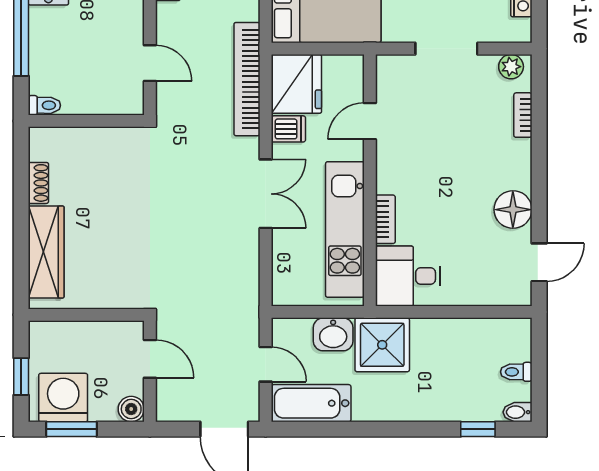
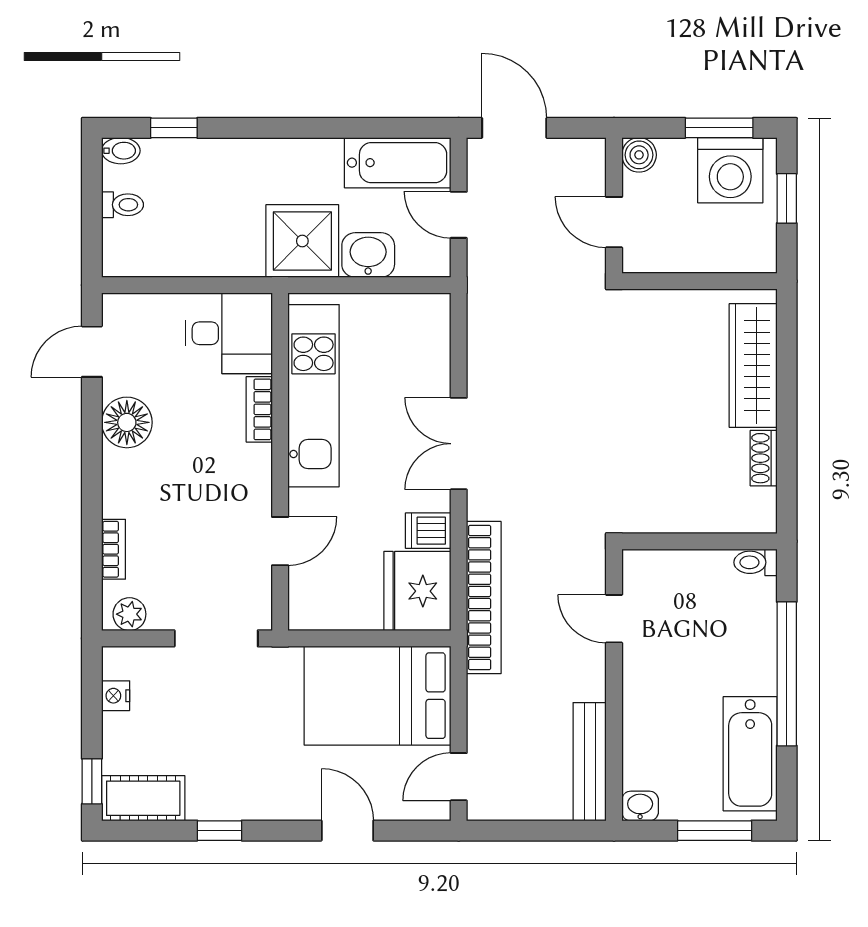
door: (370, 121) -> (280, 541), moved
wall: (370, 180) -> (280, 462), moved
bookcase: (385, 219) -> (259, 409), moved
kitchen unit: (345, 229) -> (314, 396), moved
desk: (408, 276) -> (229, 333), moved

